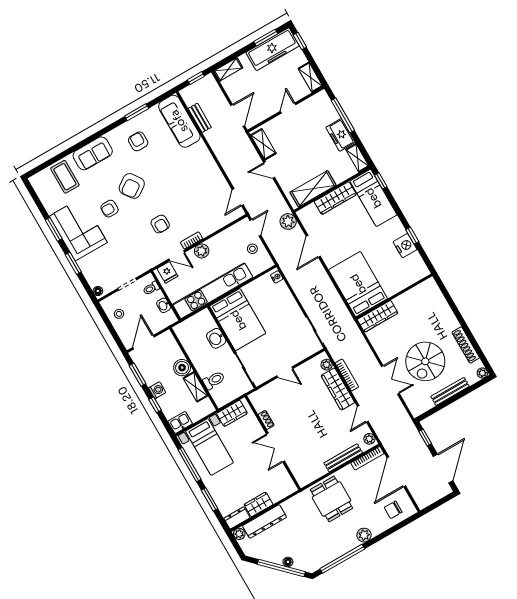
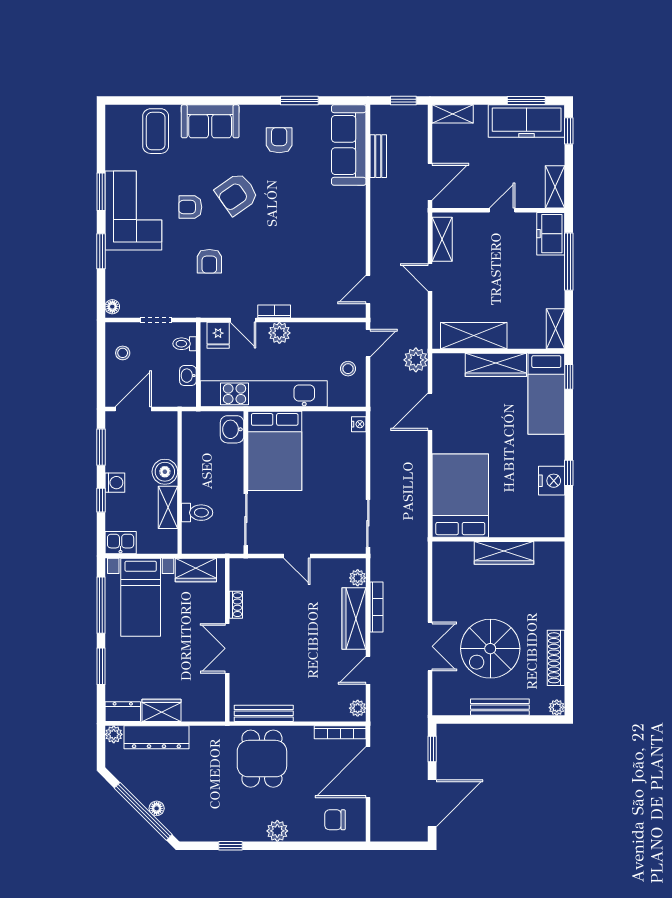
freezer: (340, 135) -> (551, 234), moved
armchair: (160, 224) -> (209, 261), moved
wardrobe: (378, 316) -> (504, 553), moved
washbasin: (216, 338) -> (232, 429), moved
bench: (343, 458) -> (264, 713), moved
window: (342, 559) -> (231, 846), width x0.32

